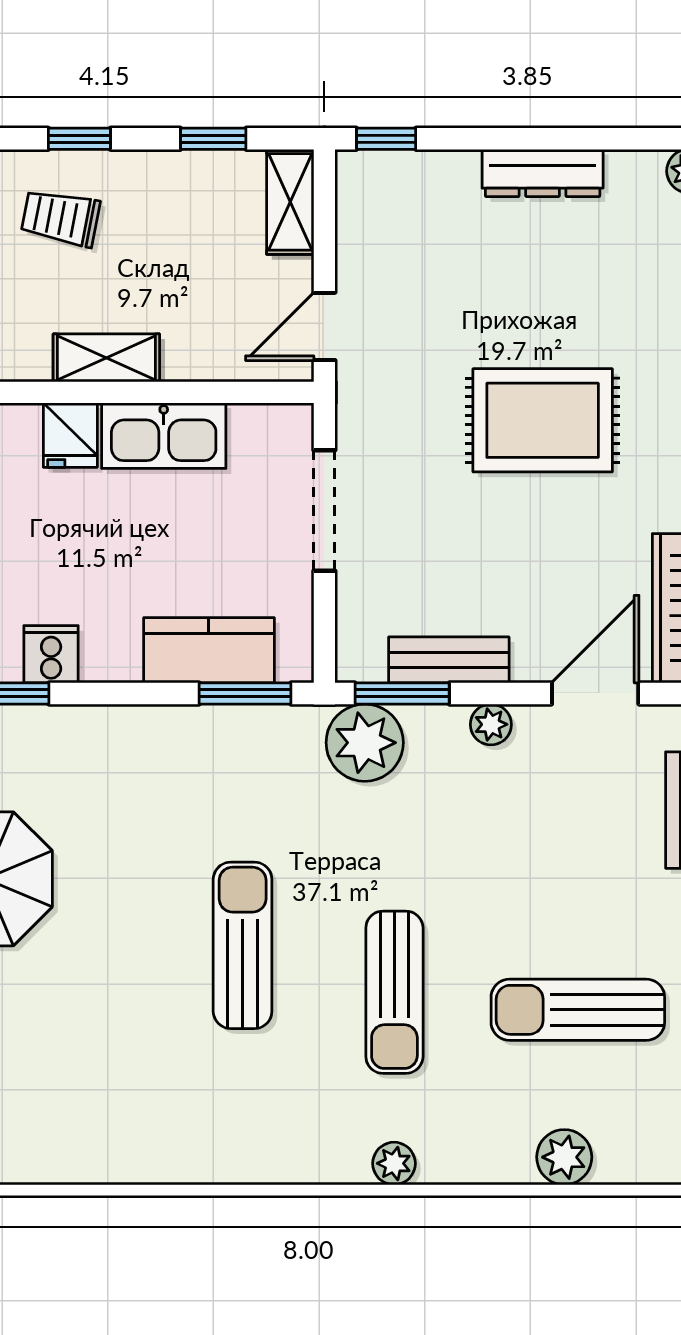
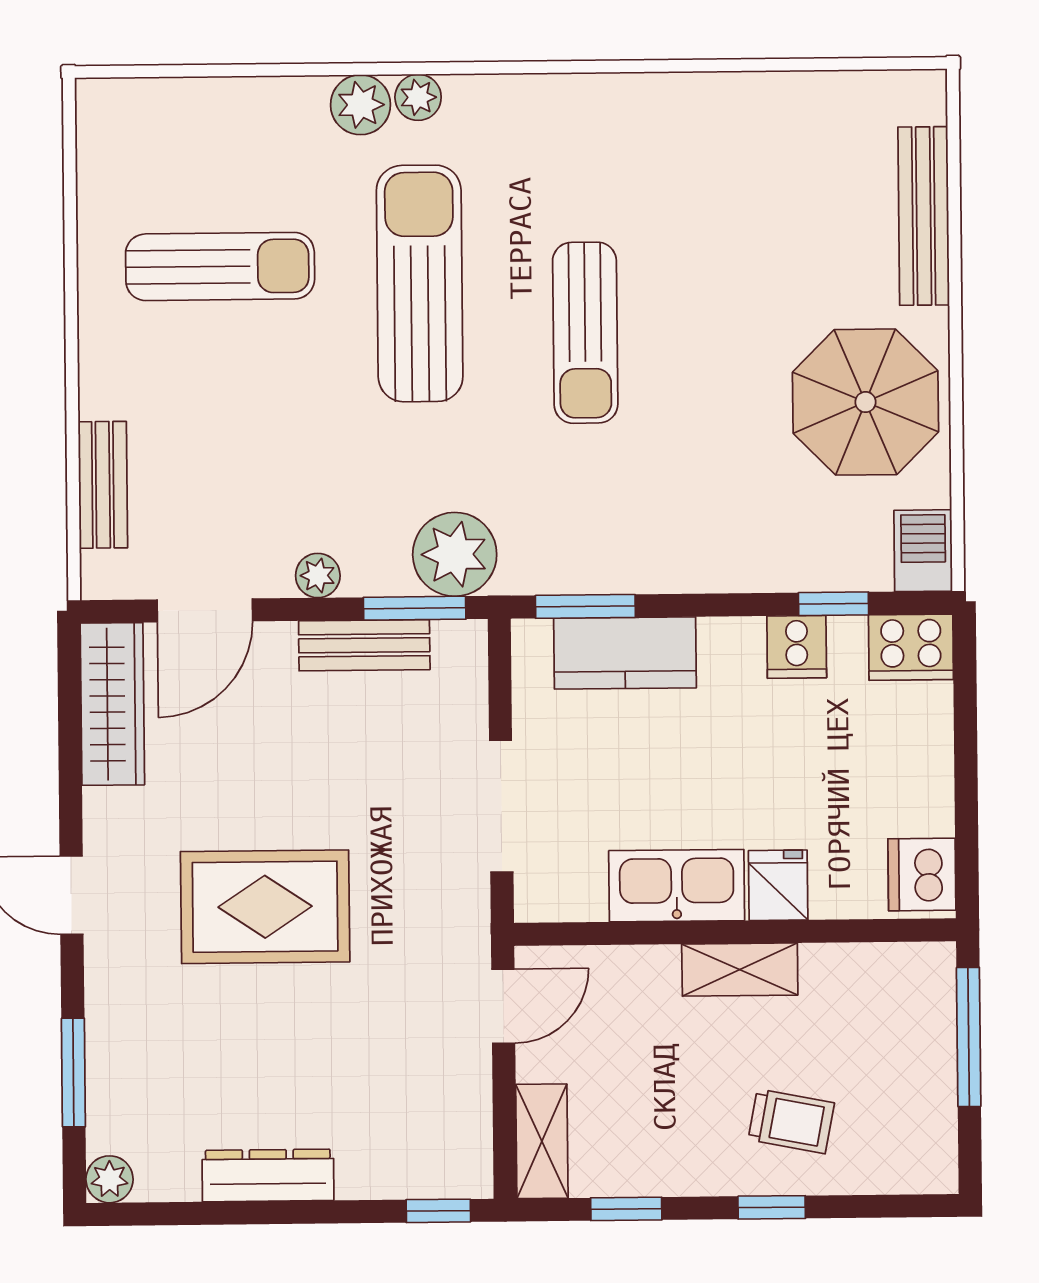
sun lounger: (394, 992) -> (420, 283), width x1.36, depth x1.34
plant: (564, 1157) -> (361, 105), moved

